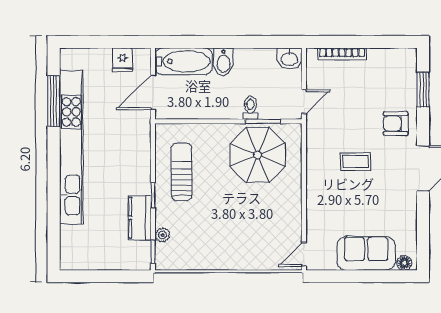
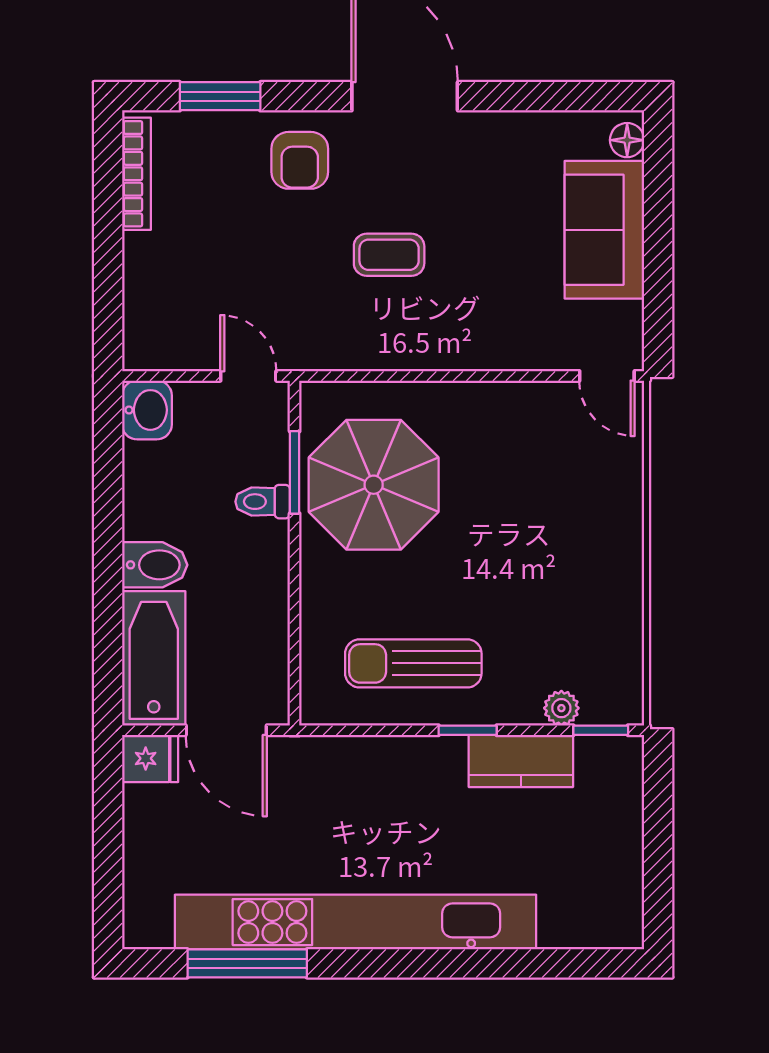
bookcase: (342, 54) -> (136, 174), moved
fridge: (123, 60) -> (150, 758), moved
coffee table: (356, 162) -> (389, 255), turned 90

